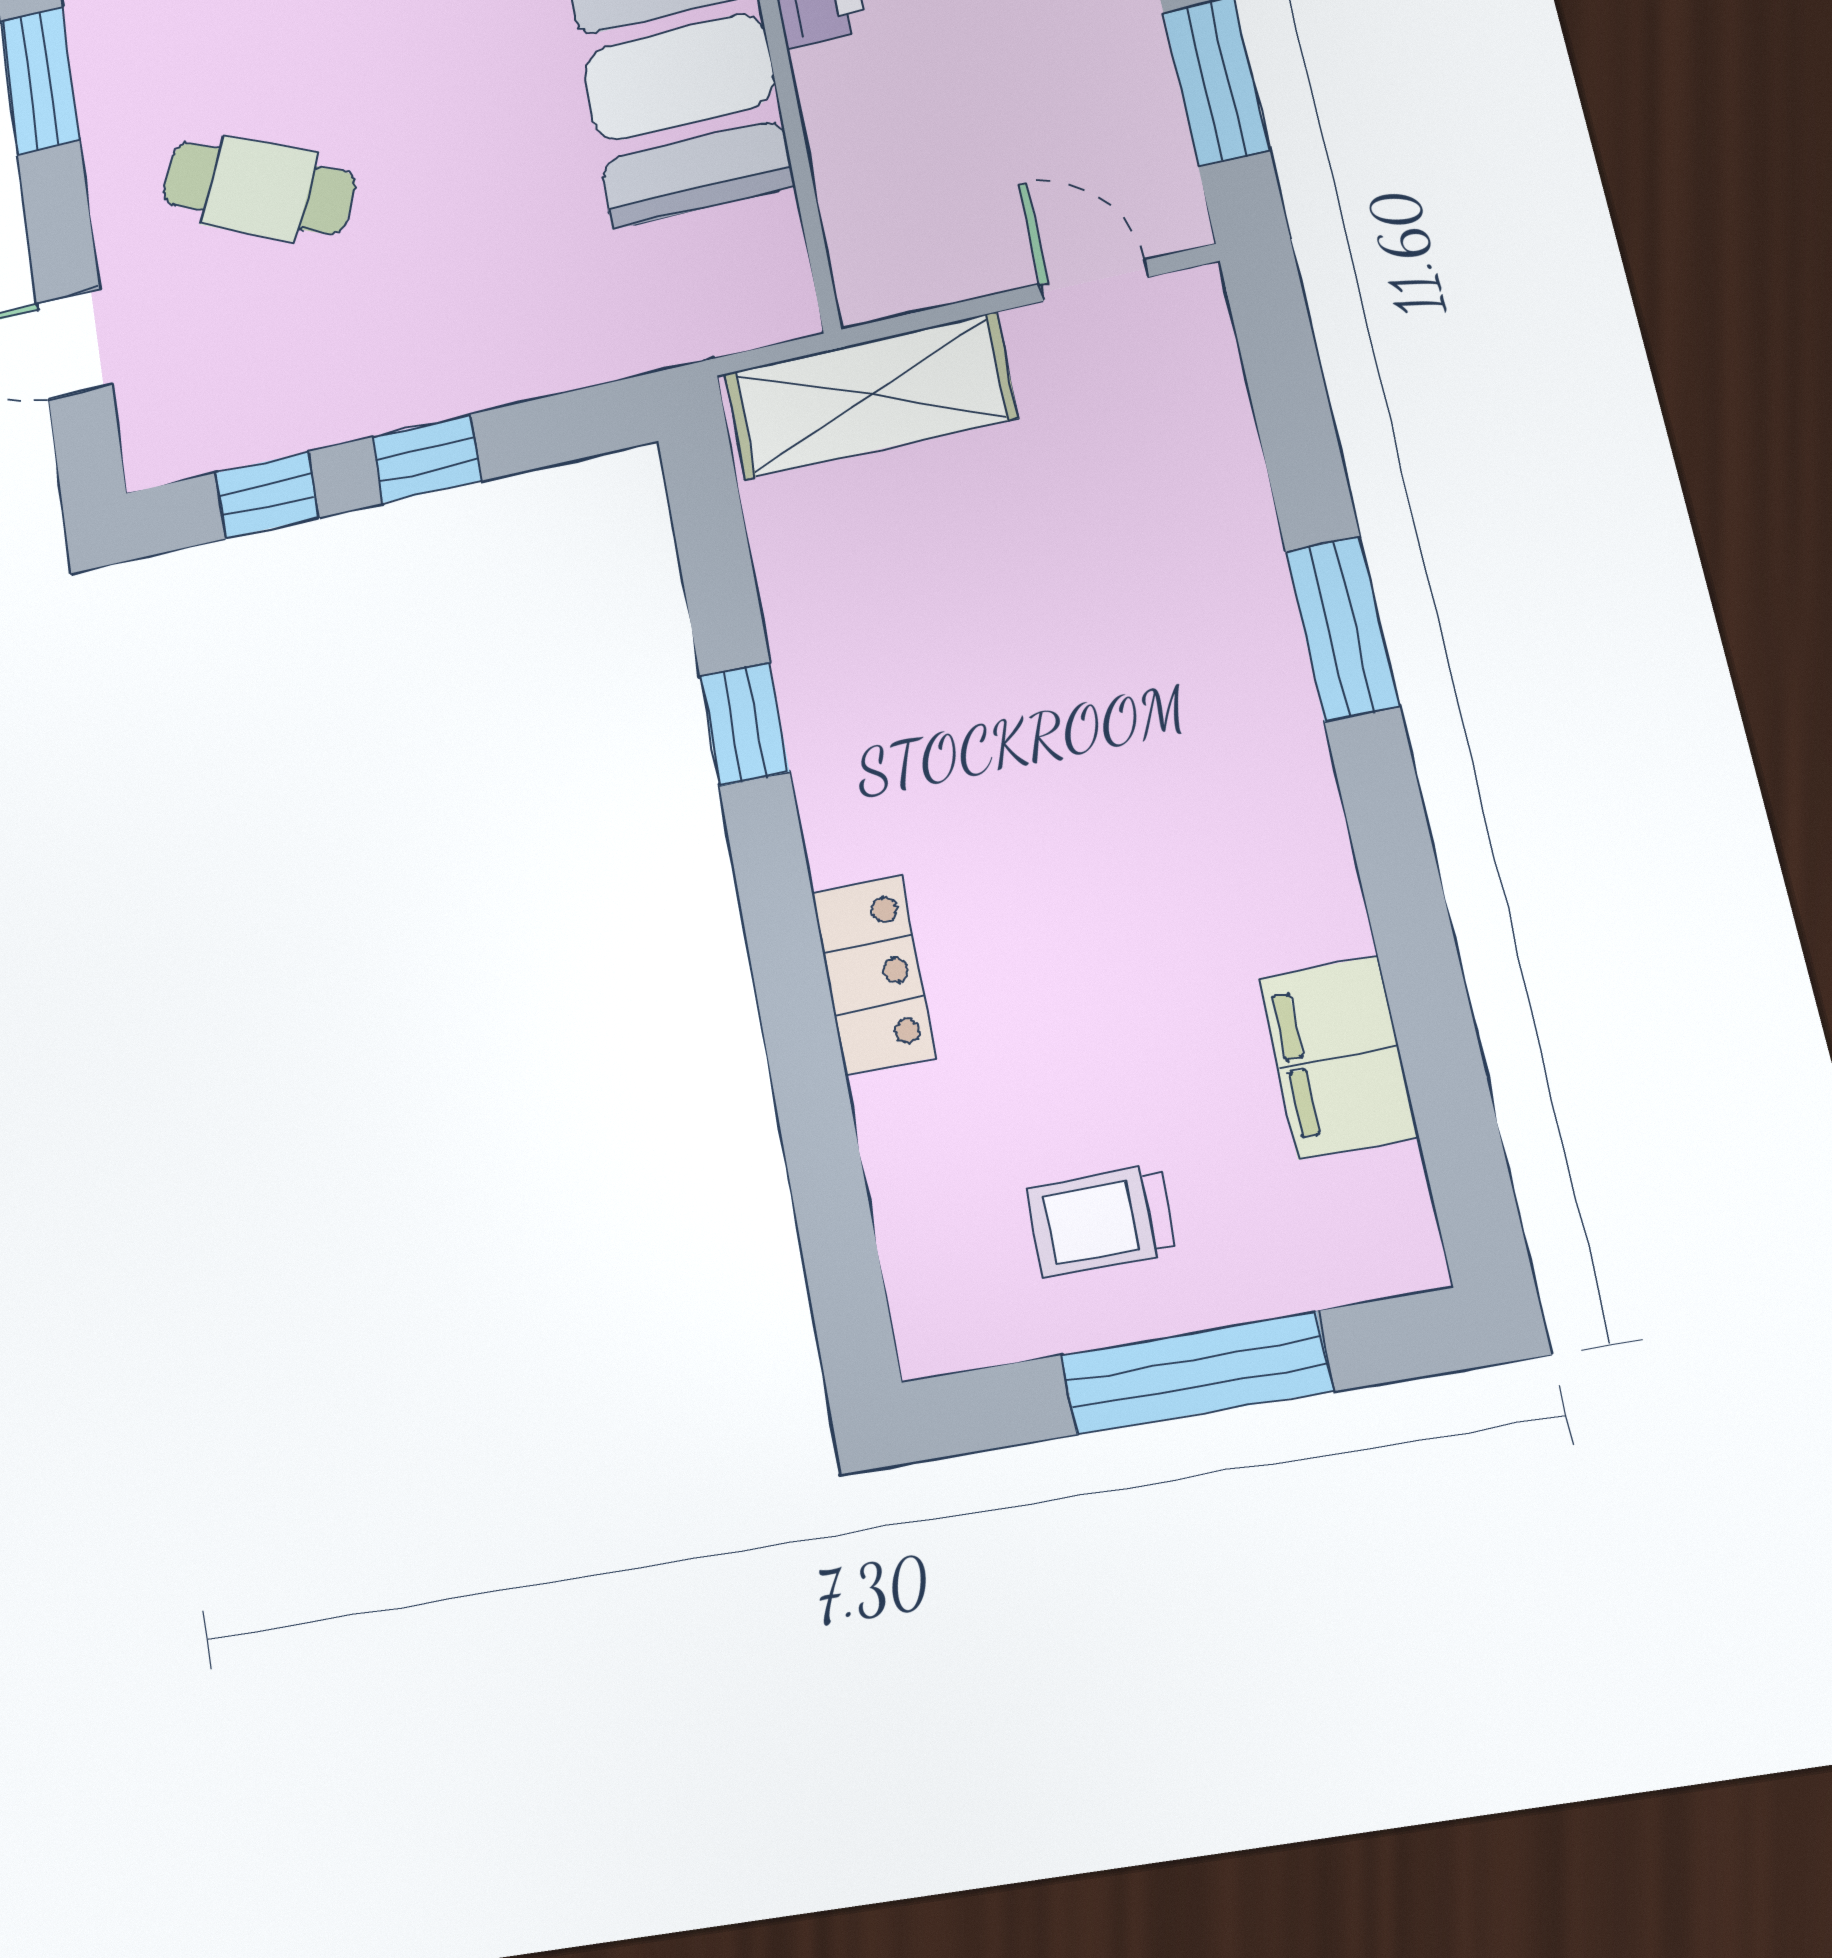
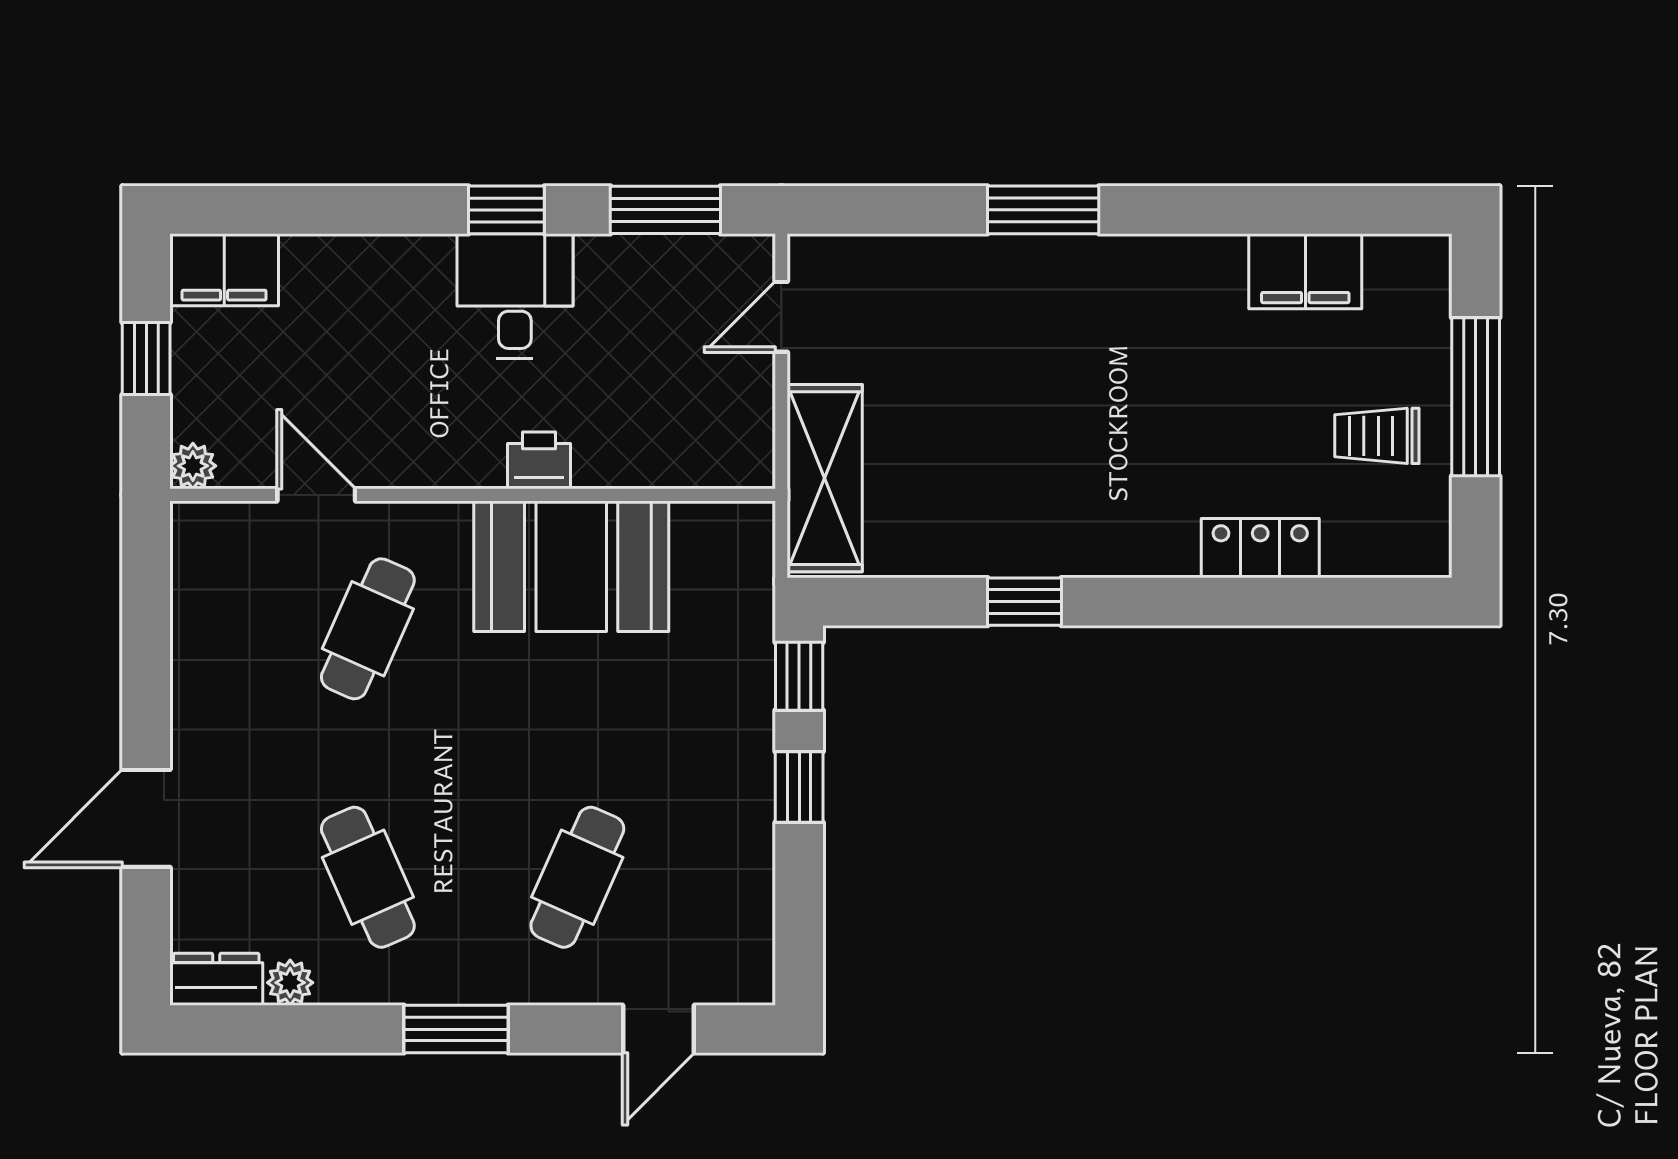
window: (267, 495) -> (799, 676), moved
locker: (873, 974) -> (1260, 548), moved
trolley: (1101, 1221) -> (1377, 436), turned 90

